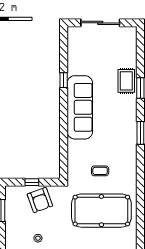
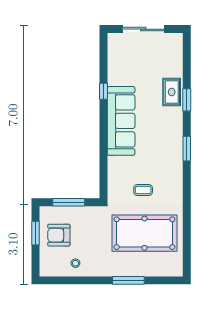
window: (32, 182) -> (69, 202), width x2.17
armchair: (40, 200) -> (59, 235), moved, turned 110

